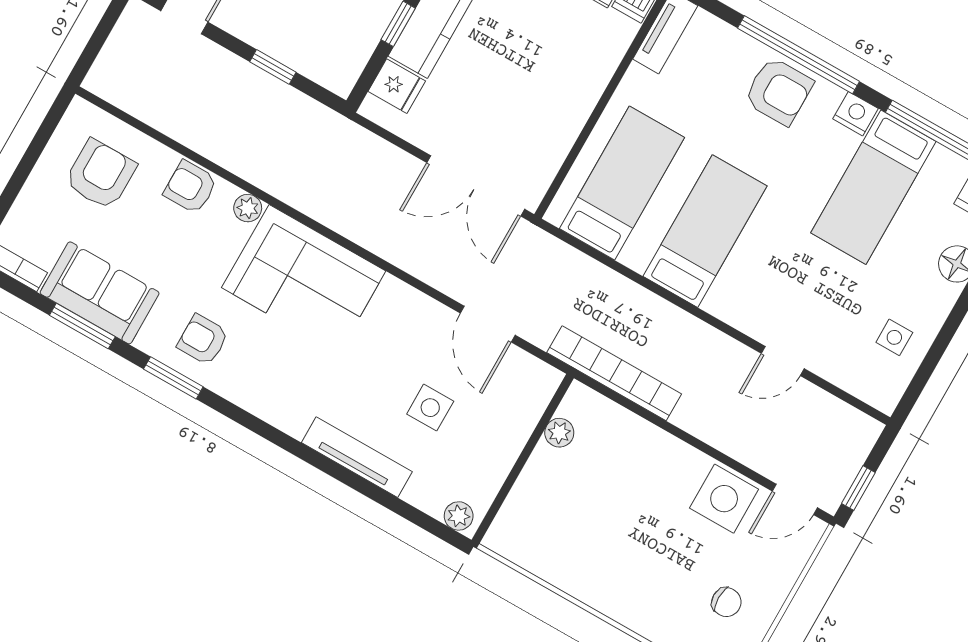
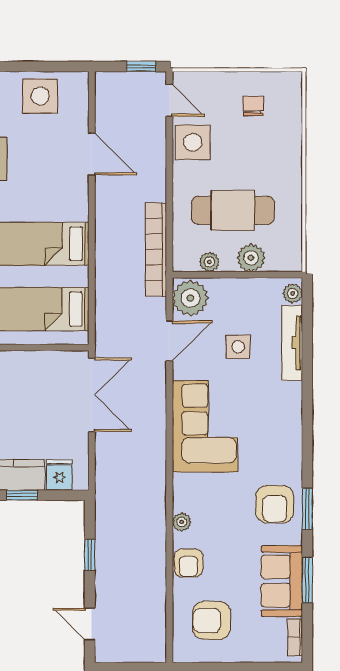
corner sofa: (304, 279) -> (205, 426), moved
side table: (894, 337) -> (40, 96), width x1.87, depth x1.87
armchair: (203, 340) -> (275, 504), width x1.38, depth x1.38
door: (783, 361) -> (92, 154), width x1.38
plant: (527, 382) -> (190, 298), added
tv unit: (357, 457) -> (292, 343), moved
plant: (534, 489) -> (251, 258), added
cafe table: (608, 500) -> (233, 210), added

